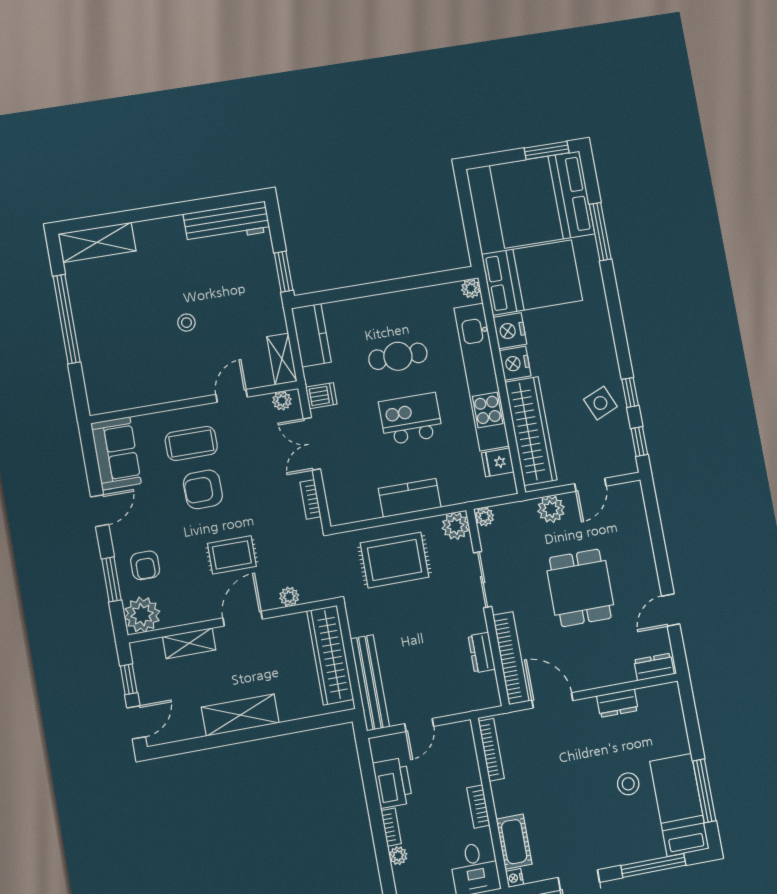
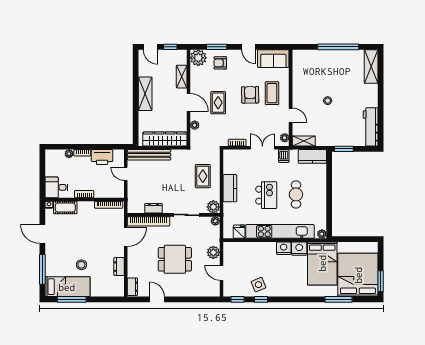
wardrobe: (531, 431) -> (251, 250), removed
rug: (395, 560) -> (203, 176), width x0.73, depth x0.70

